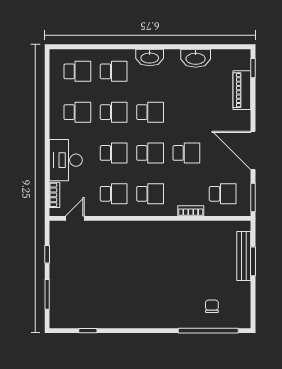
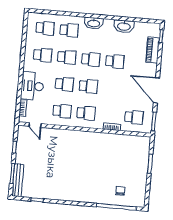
school desk: (186, 153) -> (115, 61), moved
door: (75, 218) -> (35, 125), swing flipped
bench: (244, 256) -> (18, 180), moved

